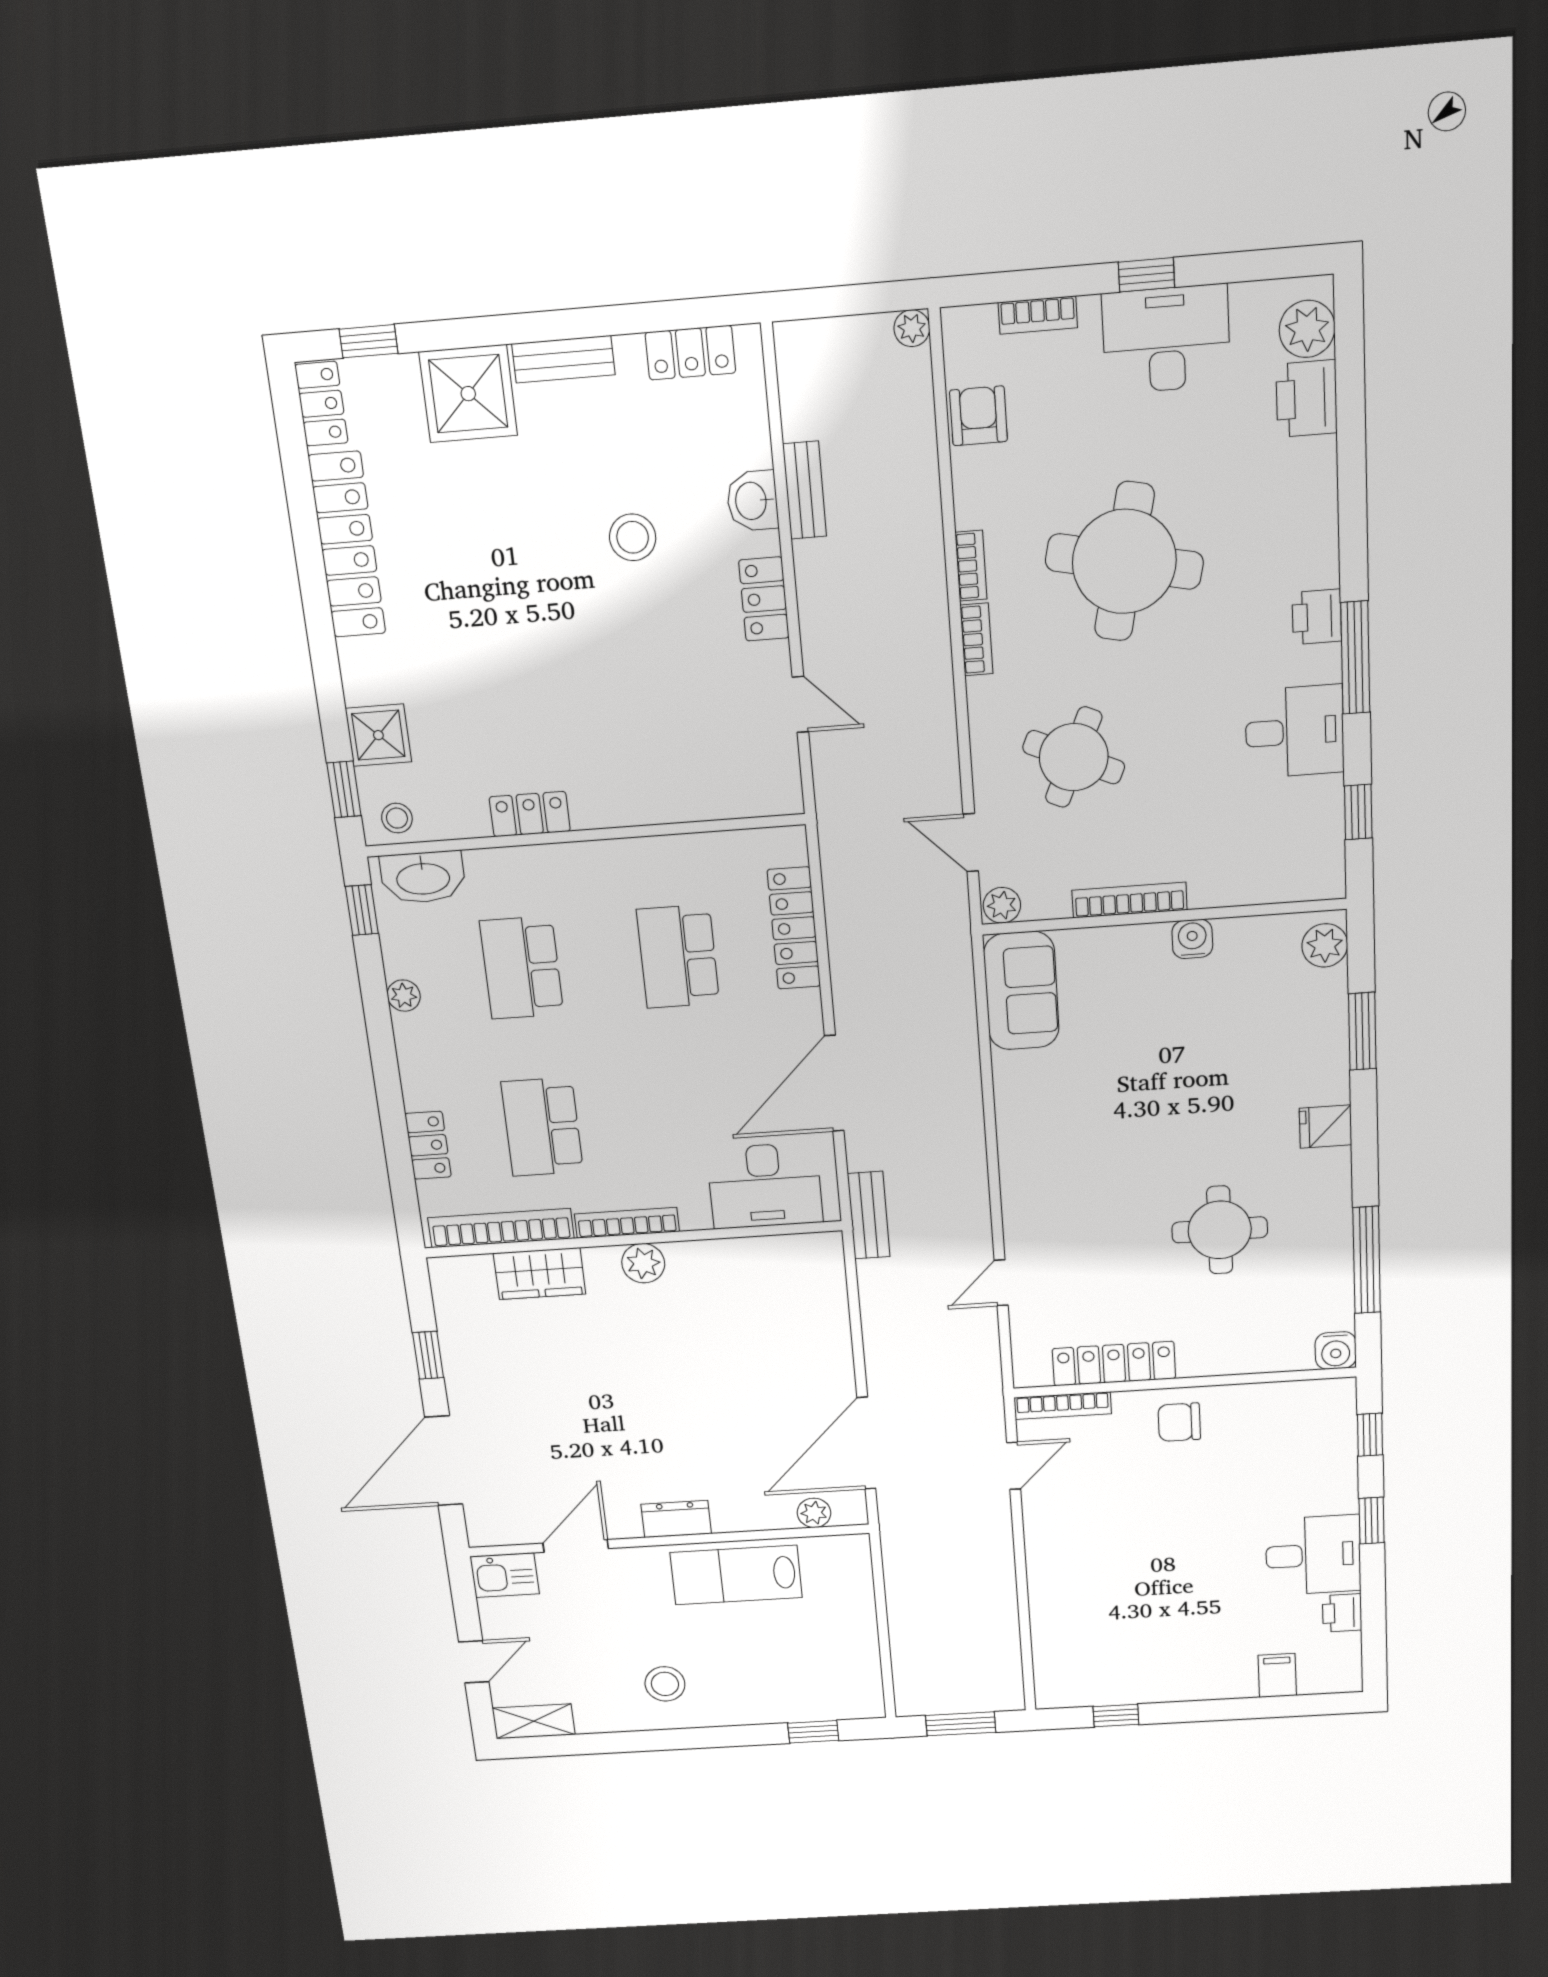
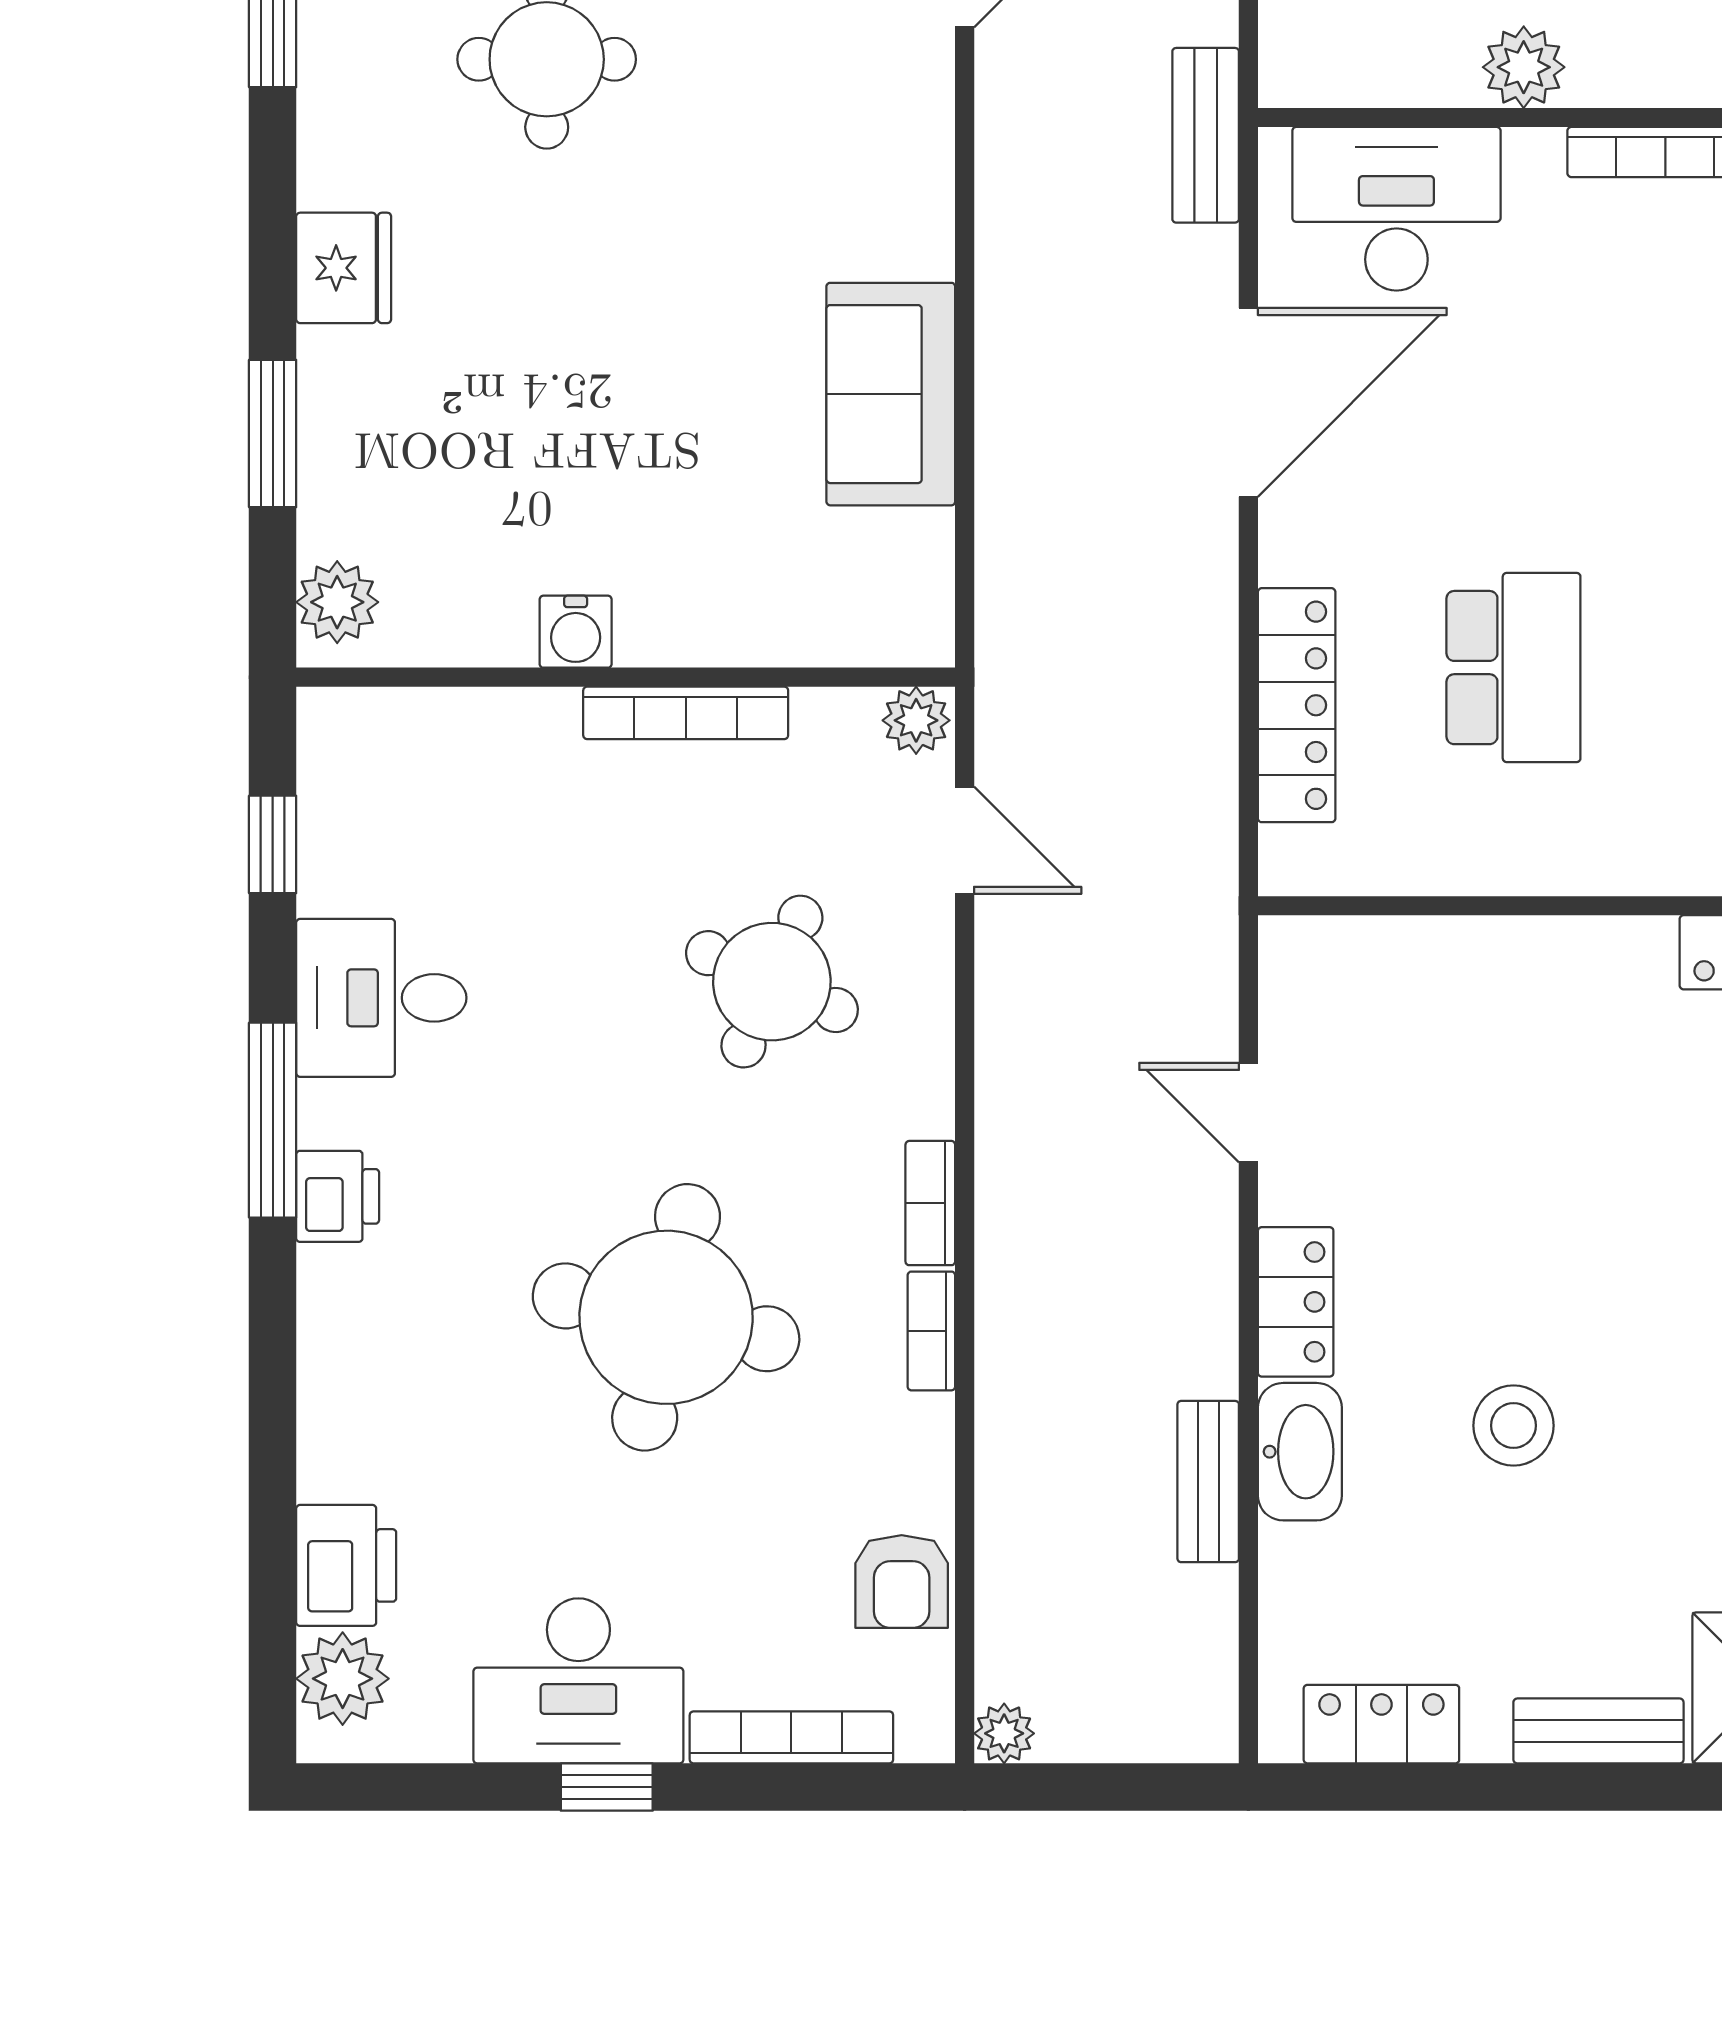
bookcase: (1038, 315) -> (791, 1737), width x1.56
washbasin: (752, 501) -> (1300, 1452), width x1.38
sofa: (1021, 991) -> (891, 394), moved
fridge: (1326, 1127) -> (344, 268), width x1.38
plant: (643, 1263) -> (1524, 67), moved

